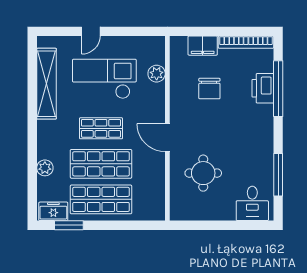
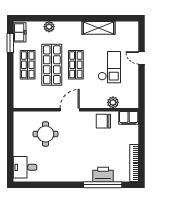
filing cabinet: (203, 46) -> (129, 118), moved, turned -90
checkout: (104, 79) -> (109, 67), width x0.73, depth x0.83
shelving: (47, 84) -> (98, 28), width x0.68
chair: (209, 89) -> (103, 121), moved
window: (278, 175) -> (44, 185), removed
shop shelf: (101, 199) -> (28, 65), width x0.70, depth x0.74

